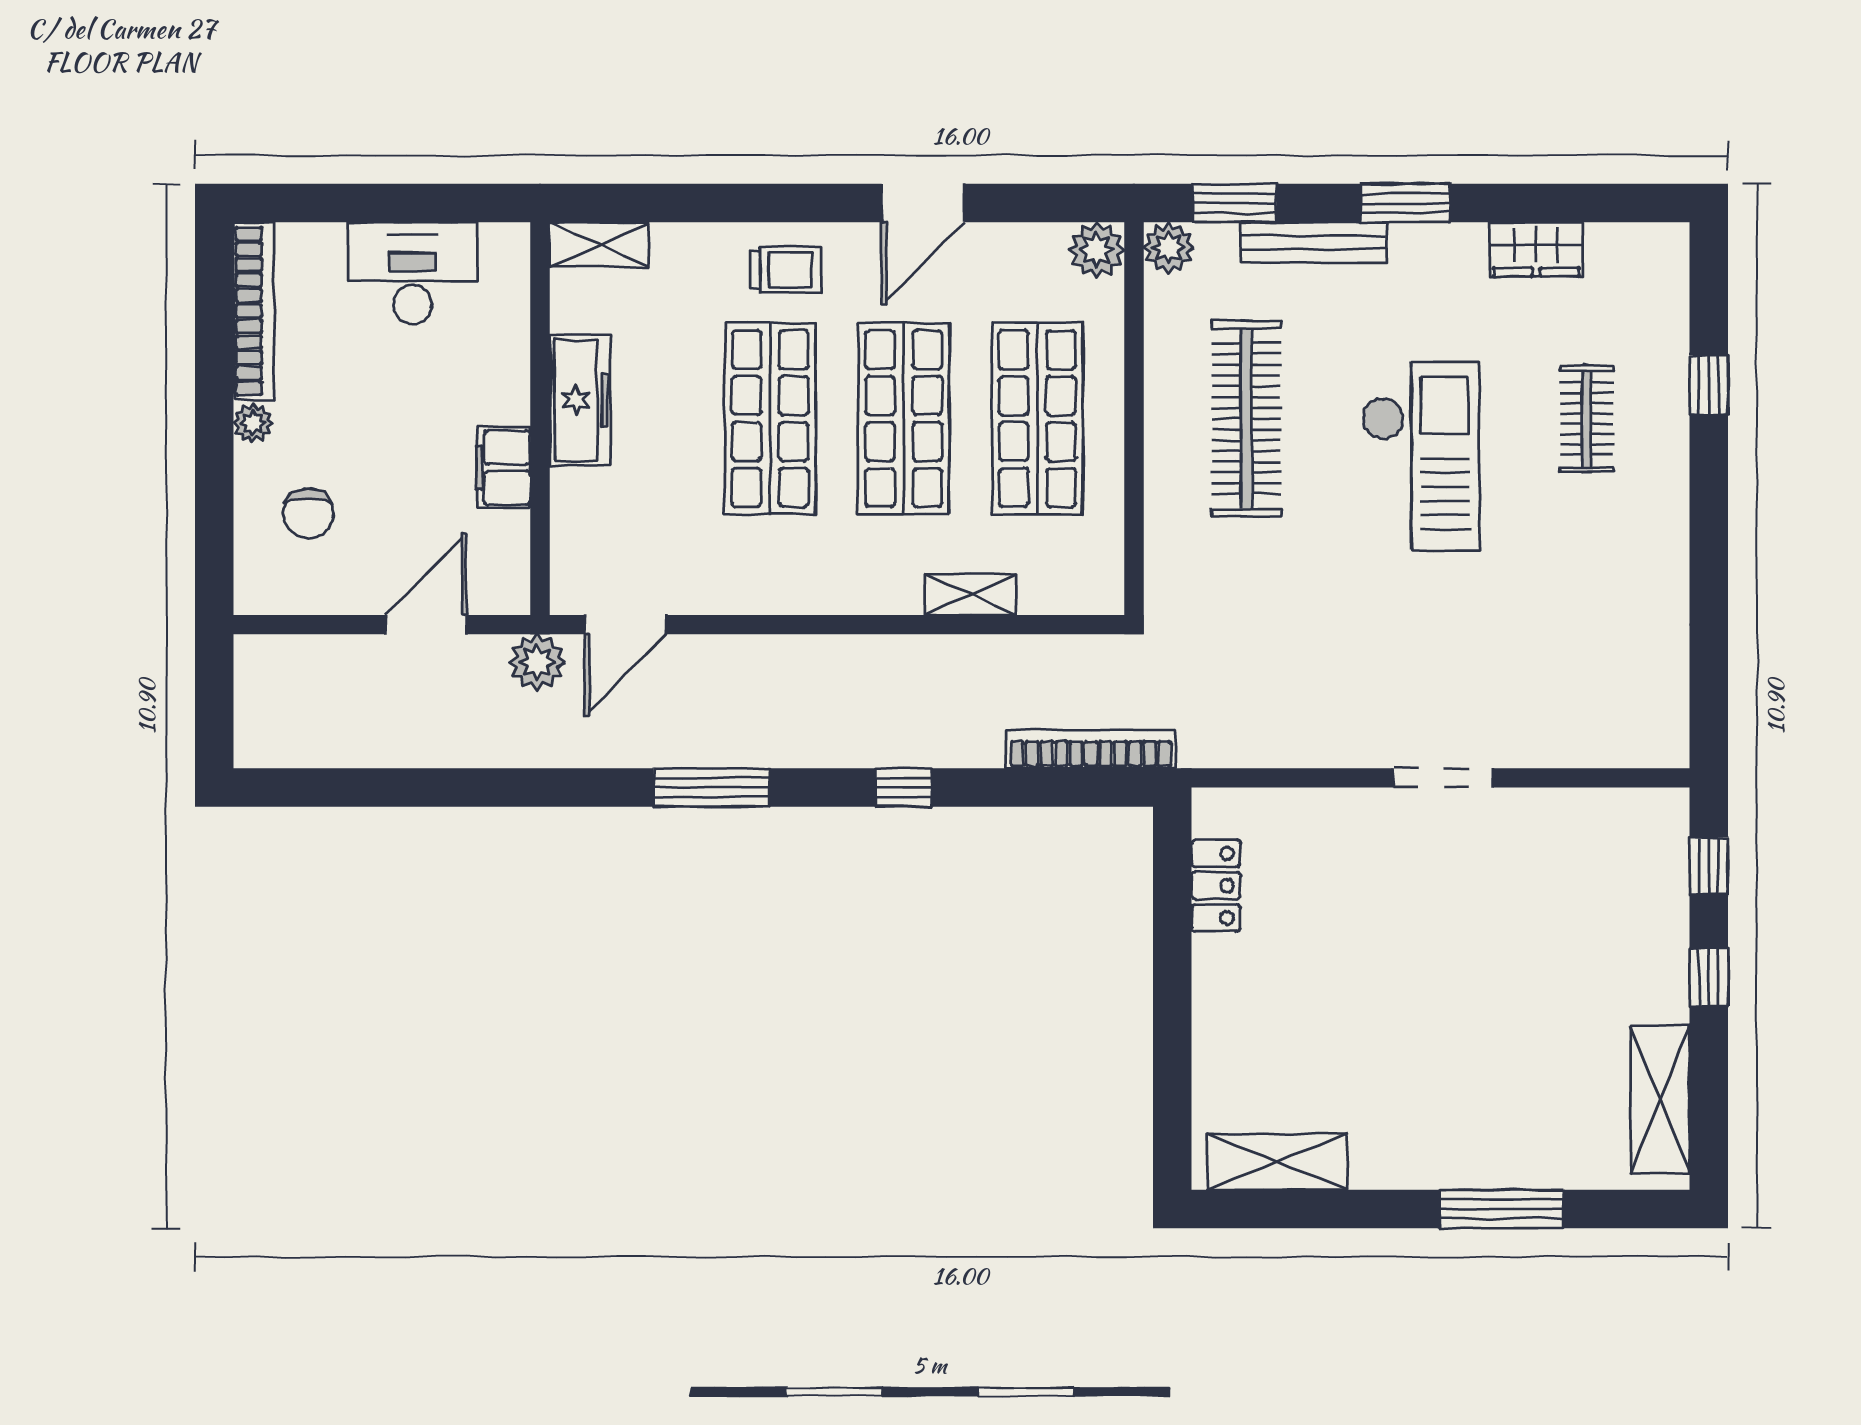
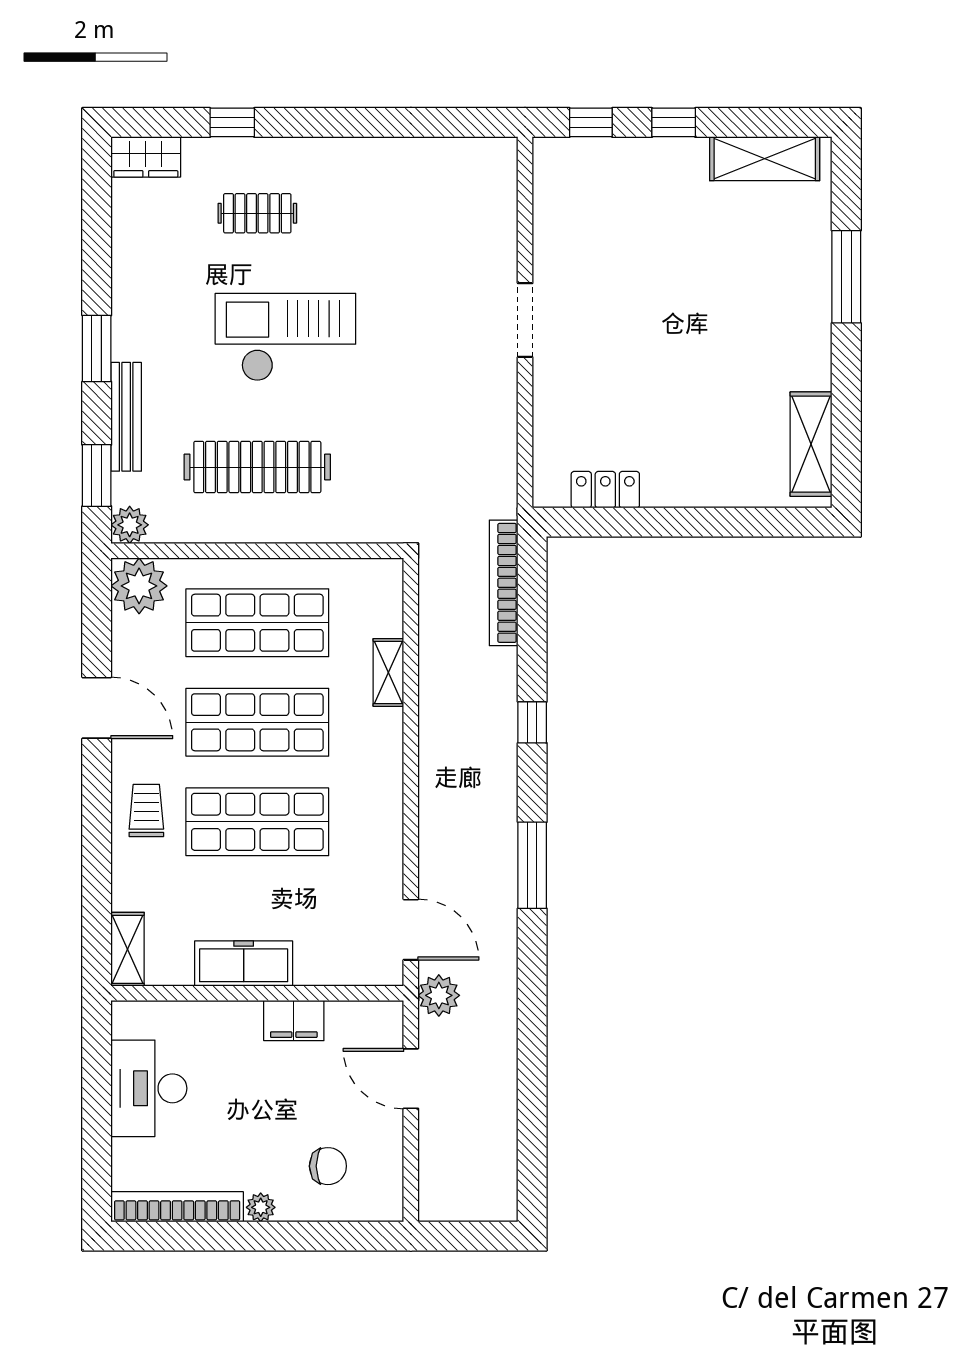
wardrobe: (1536, 249) -> (146, 157), moved, turned 90
plant: (1097, 250) -> (139, 586), width x1.36, depth x1.36

